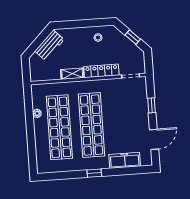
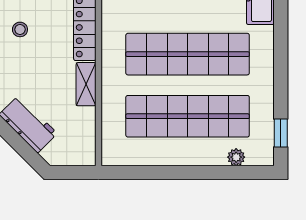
plant: (37, 113) -> (236, 157), moved
window: (94, 173) -> (281, 133), moved

